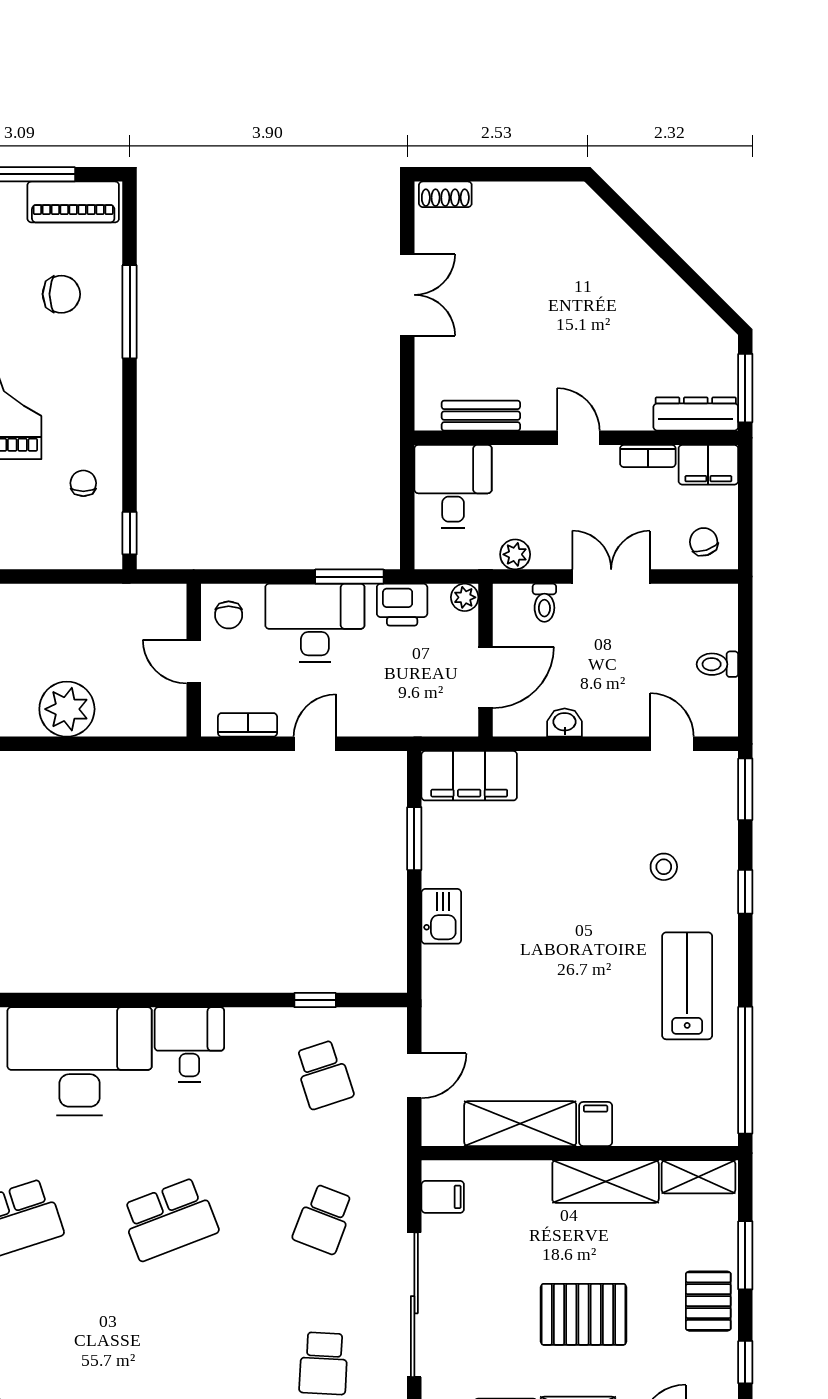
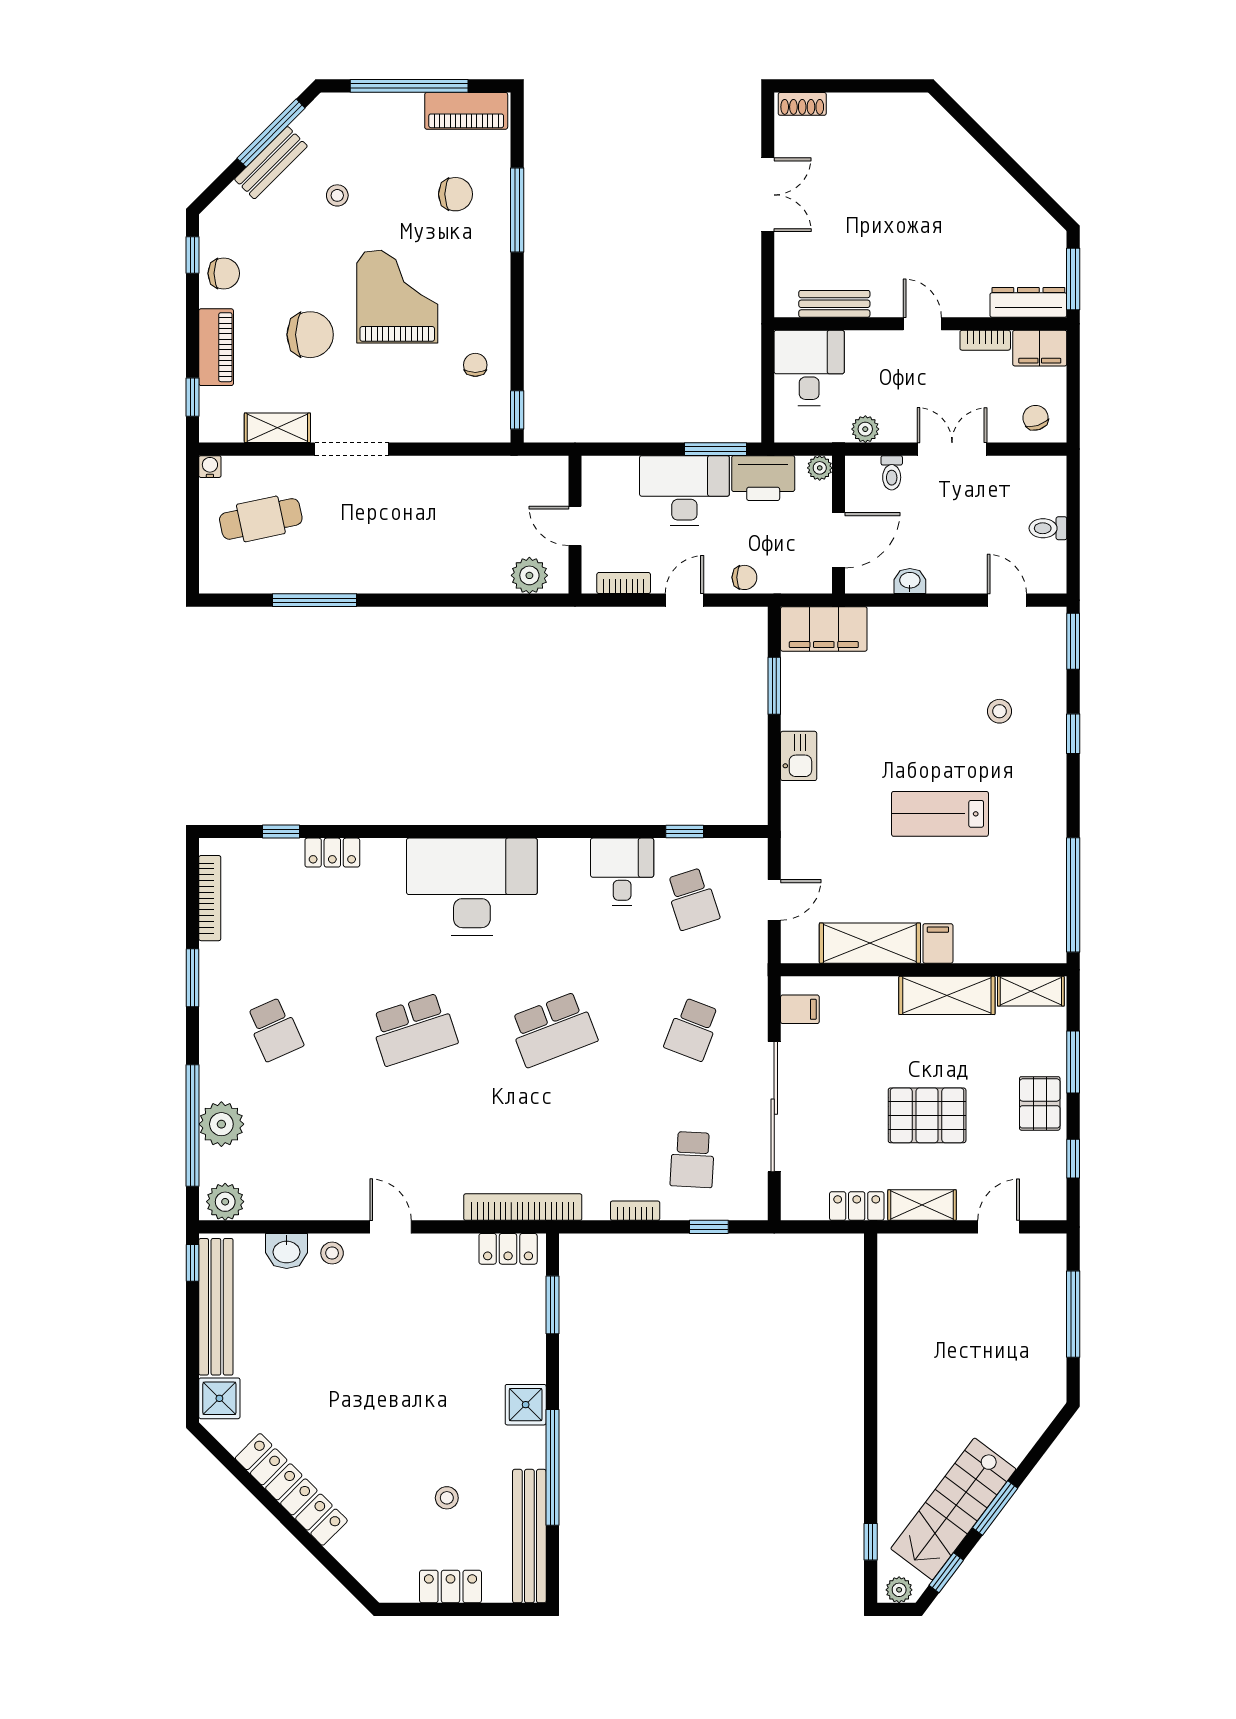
printer: (402, 605) -> (763, 478), width x1.37, depth x1.19
chair: (229, 615) -> (744, 577), moved, turned -90
plant: (67, 709) -> (529, 575), moved, width x0.73, depth x0.73
lab bench: (687, 986) -> (940, 814), moved, turned -90
desk: (189, 1045) -> (622, 872), moved

